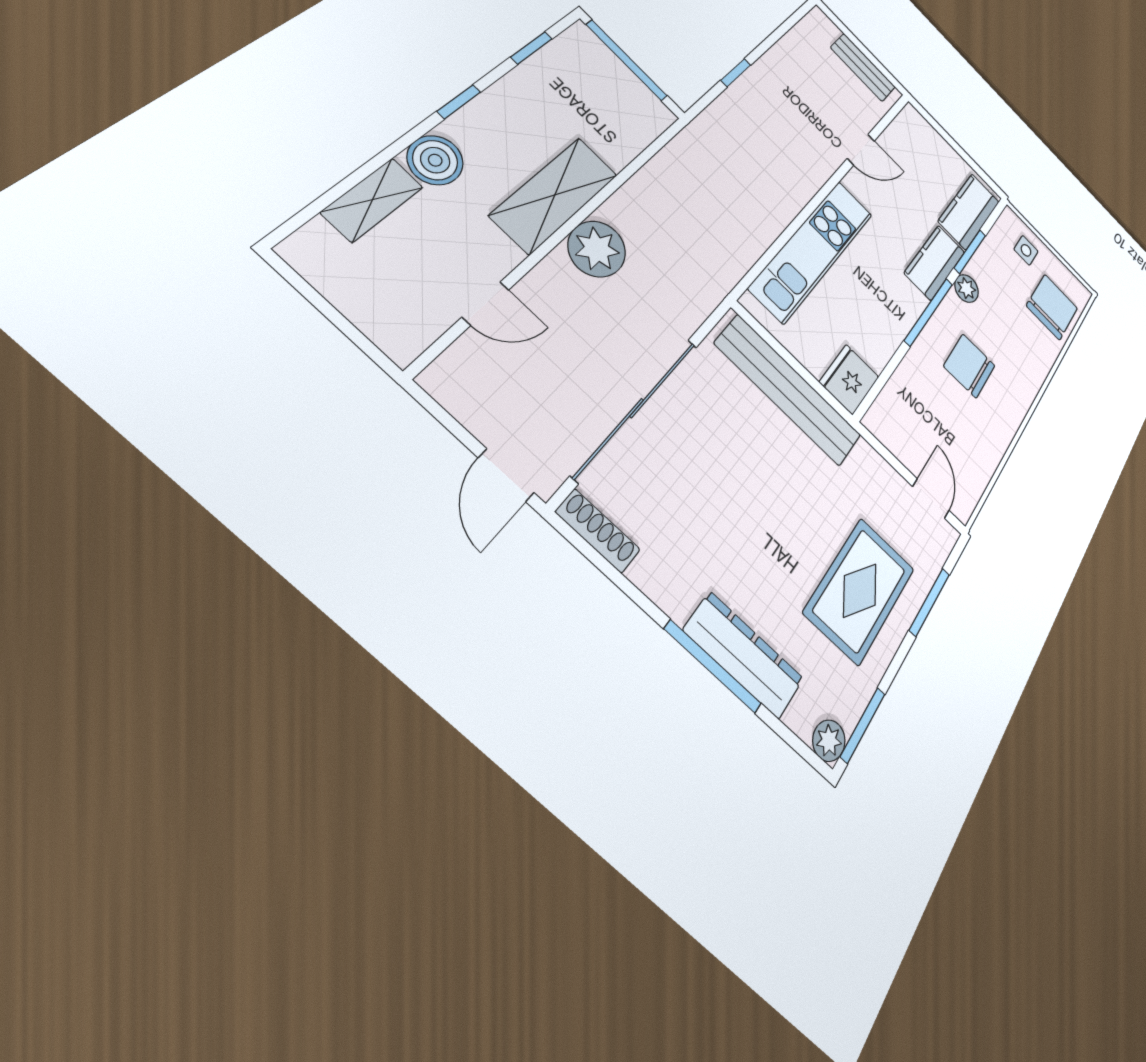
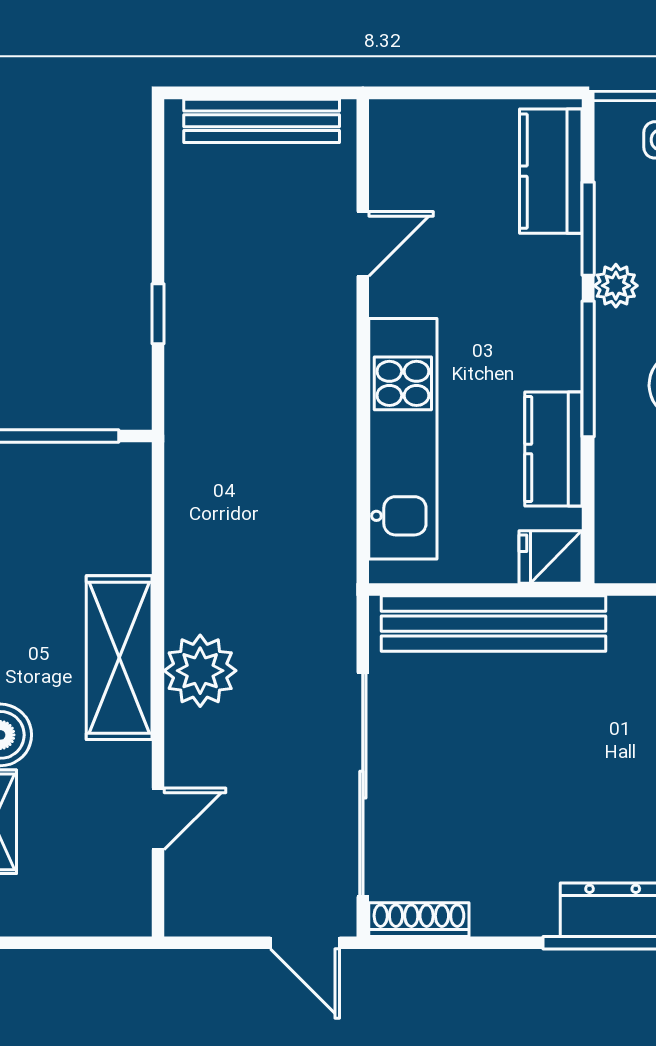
bench: (863, 67) -> (262, 121), width x1.36
kitchen counter: (935, 262) -> (553, 449), moved
fridge: (849, 379) -> (550, 557), width x0.72

